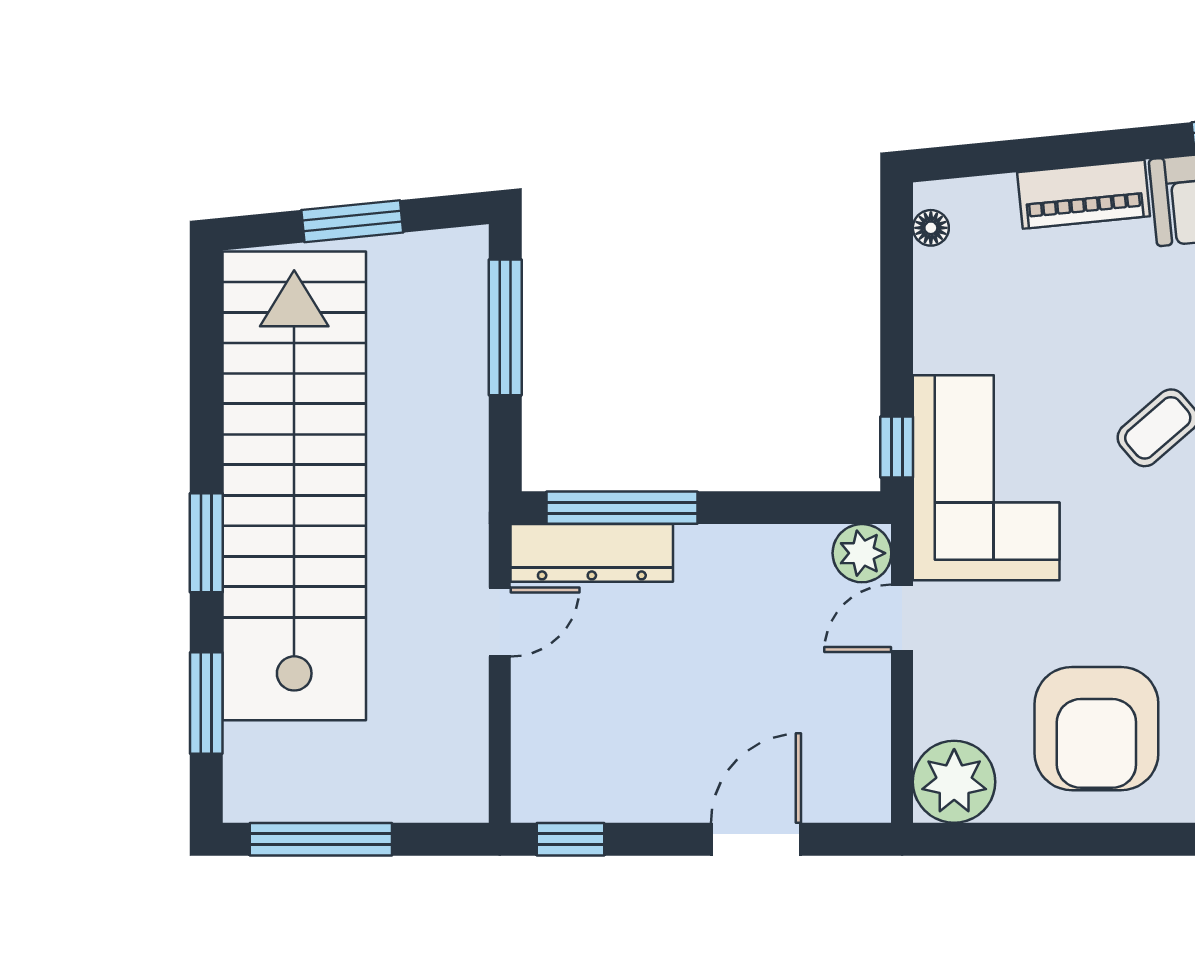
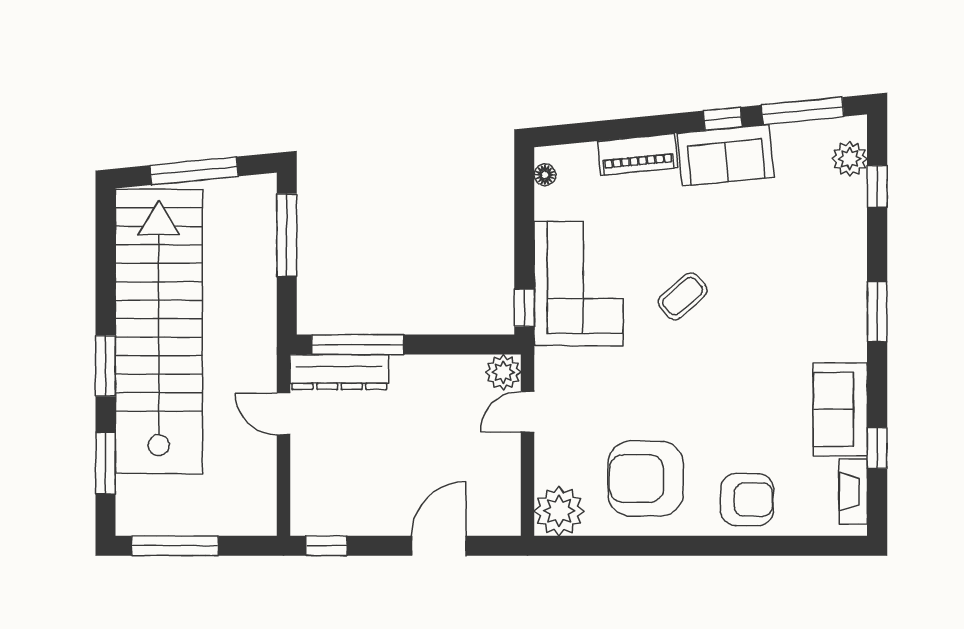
window: (352, 221) -> (194, 171), width x1.44
corner sofa: (986, 478) -> (579, 284), moved
door: (500, 622) -> (284, 414), swing flipped
armchair: (1096, 729) -> (645, 479), turned 90

